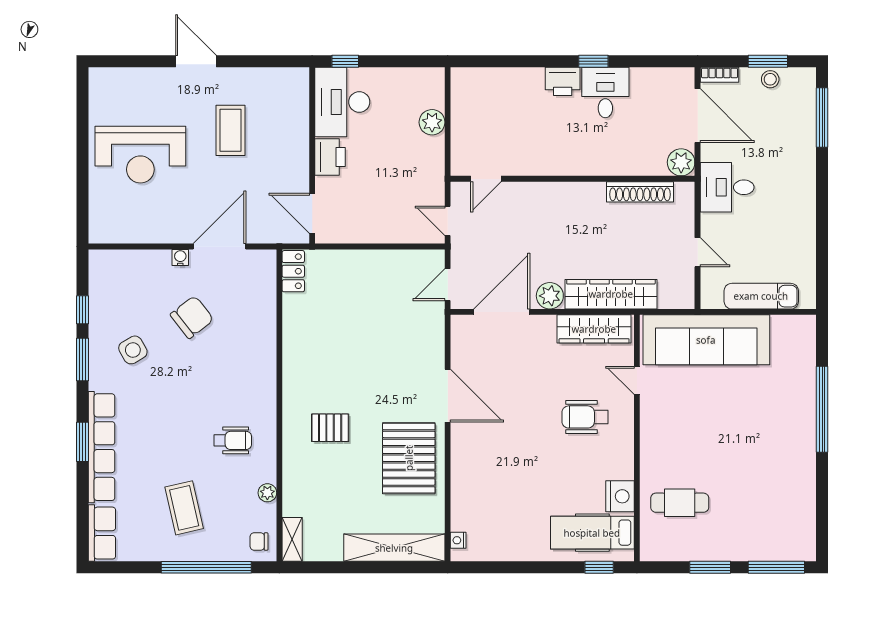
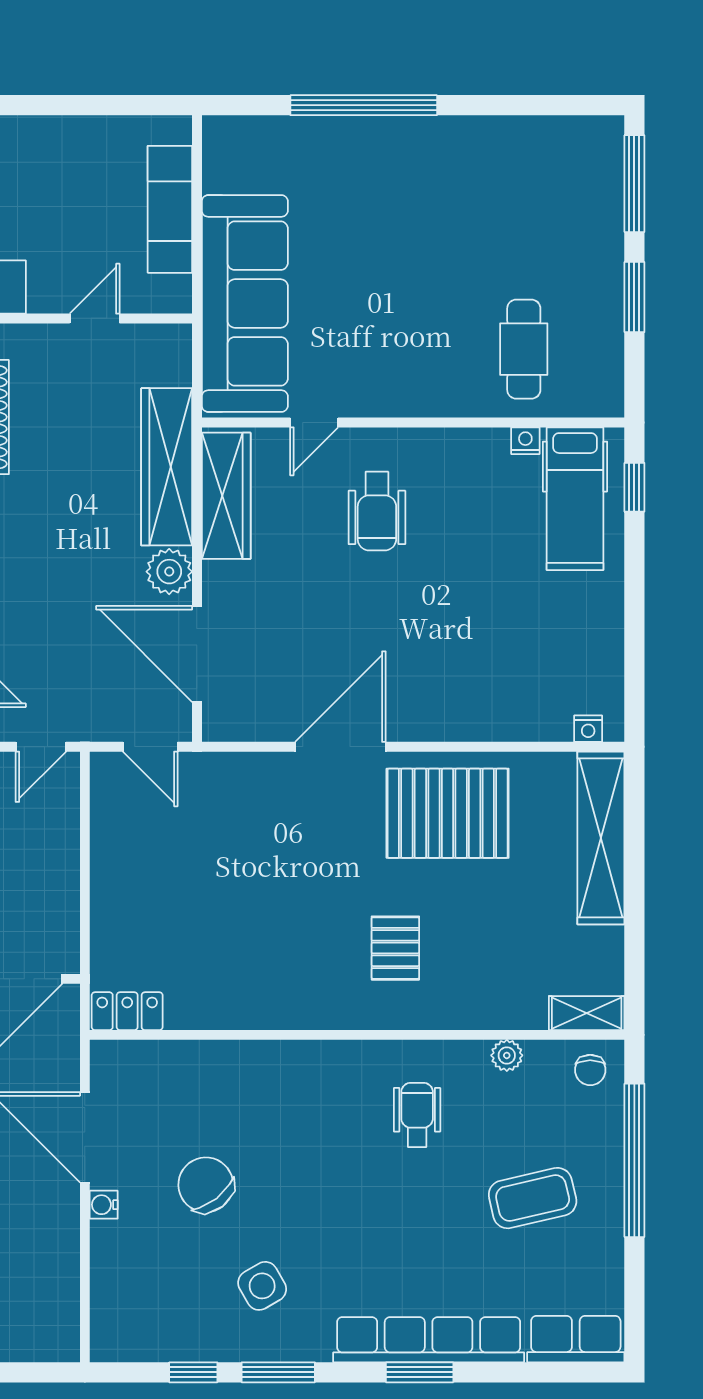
nightstand: (620, 496) -> (525, 441), width x0.53, depth x0.56

